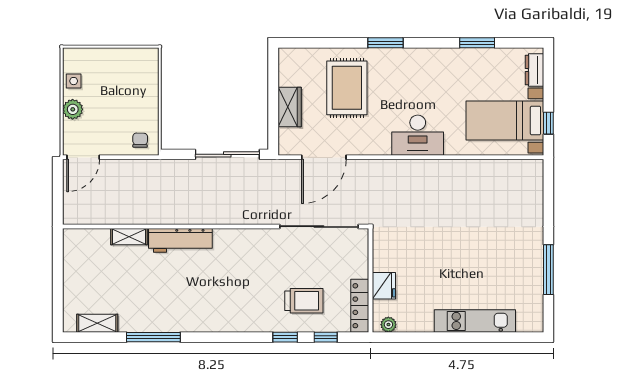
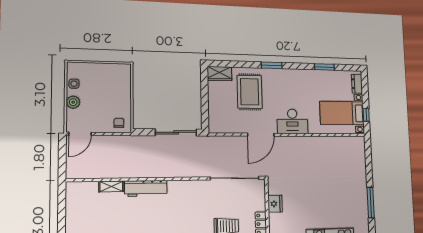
wardrobe: (290, 107) -> (219, 74), moved, turned 90
door: (324, 157) -> (261, 135), moved
fridge: (384, 286) -> (275, 204), moved

